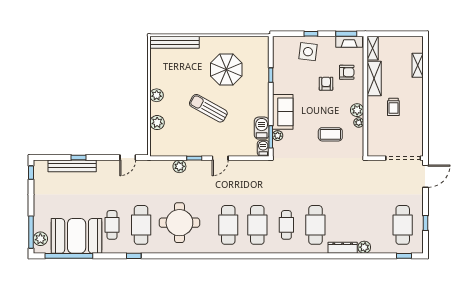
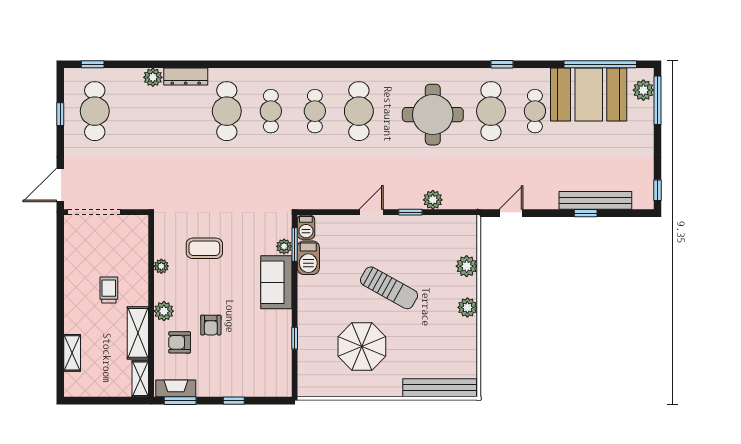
side table: (308, 52) -> (238, 373), removed
plant: (357, 110) -> (164, 311), moved
cafe table: (257, 225) -> (315, 111), width x0.73, depth x0.74

